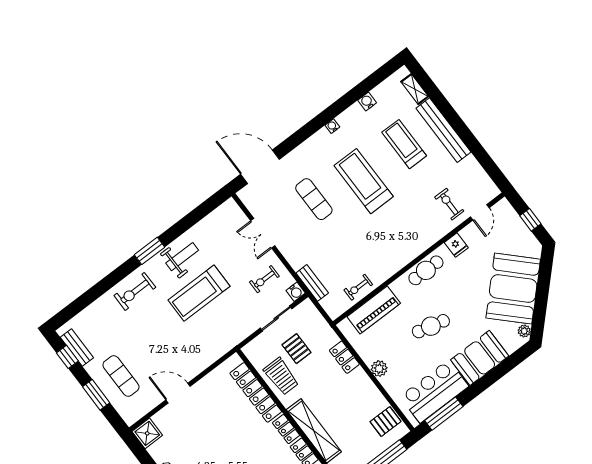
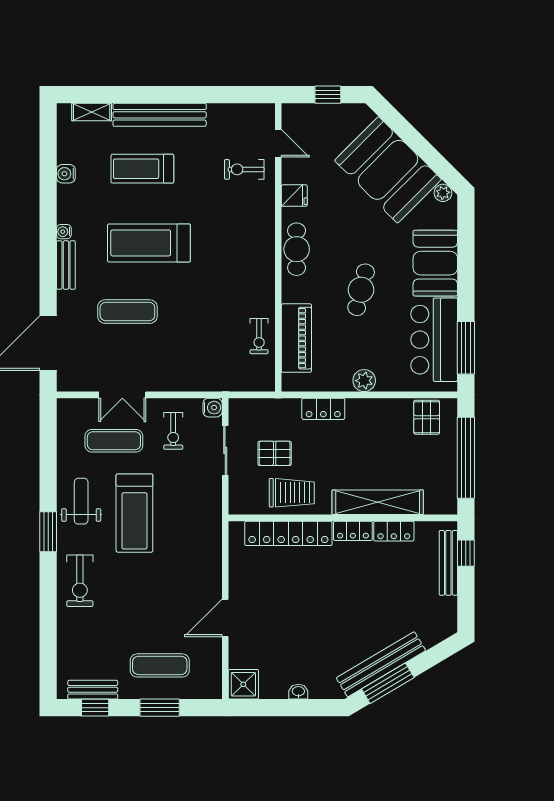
exercise mat: (232, 249) -> (114, 441), added
bench: (312, 283) -> (66, 265), moved, turned 90

